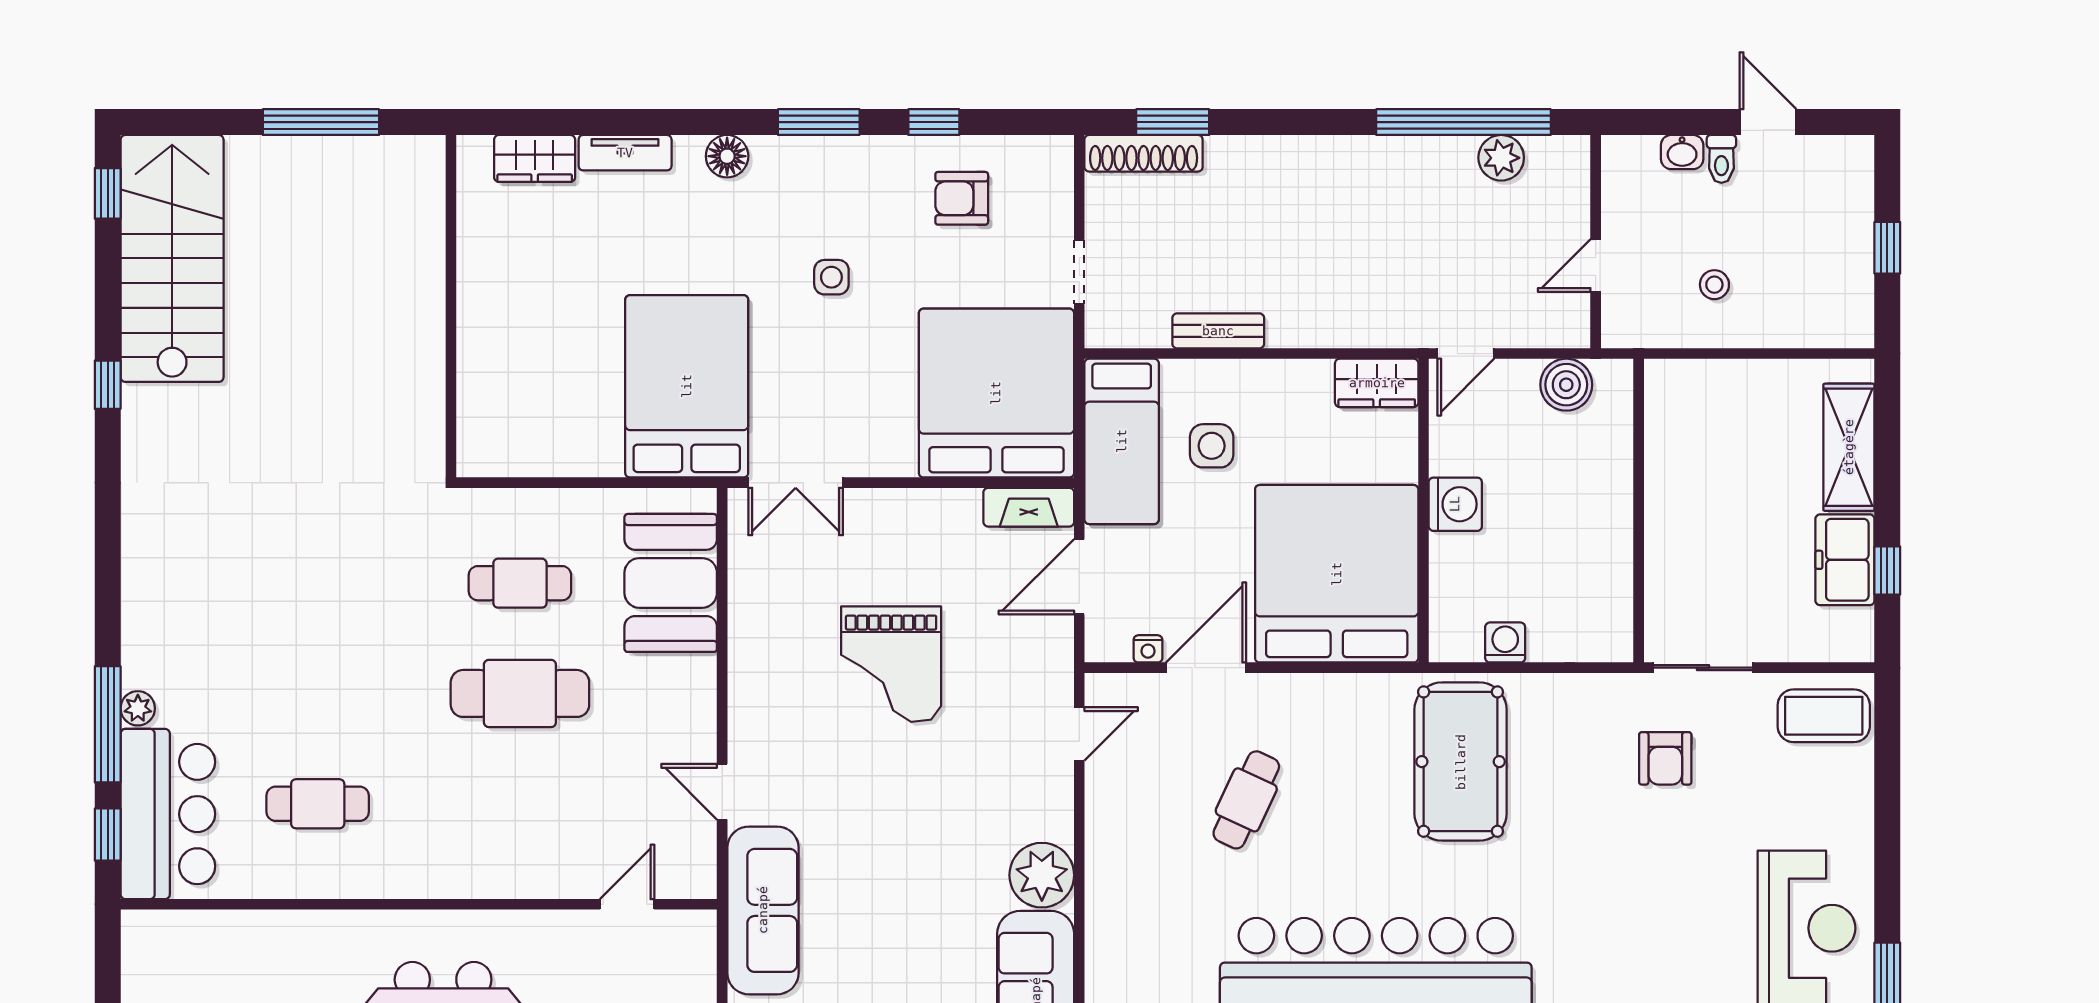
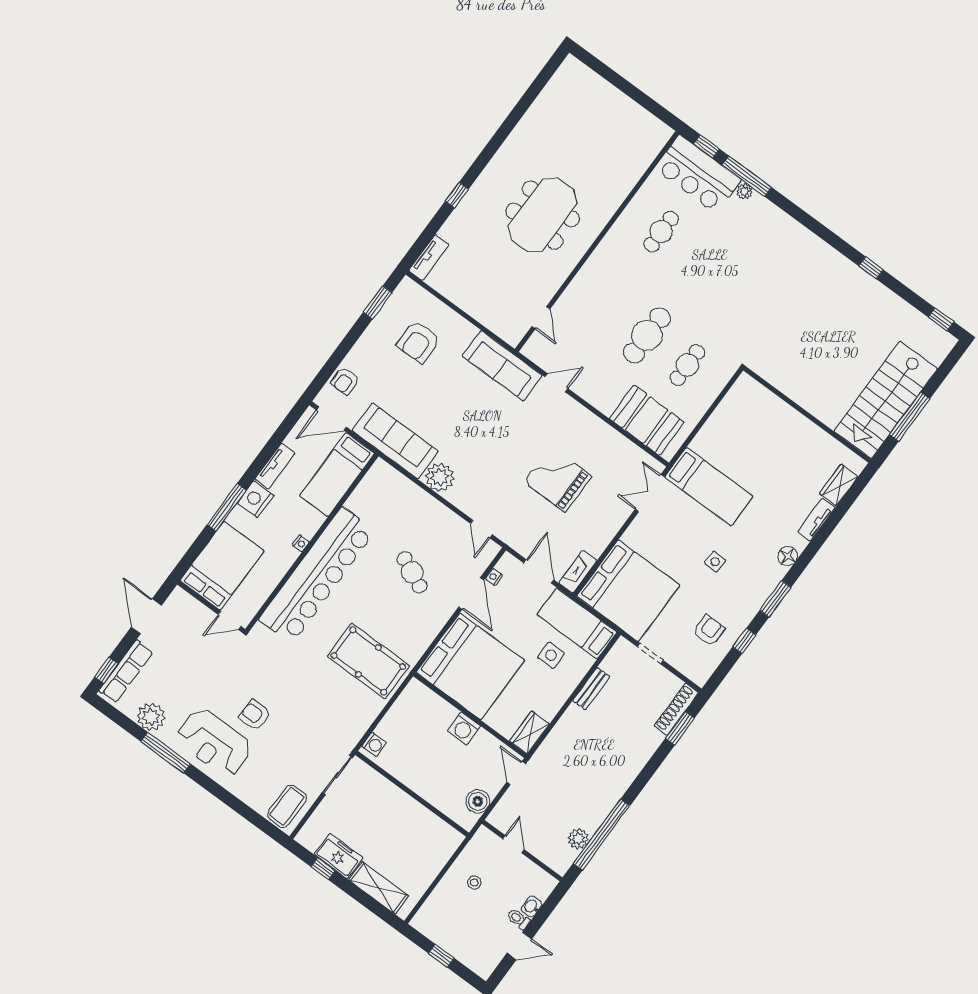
stairs: (172, 258) -> (886, 400), moved, turned 90
bed: (687, 386) -> (709, 487), width x0.67
washing machine: (1505, 642) -> (374, 744), moved
armchair: (1665, 758) -> (255, 715), moved

